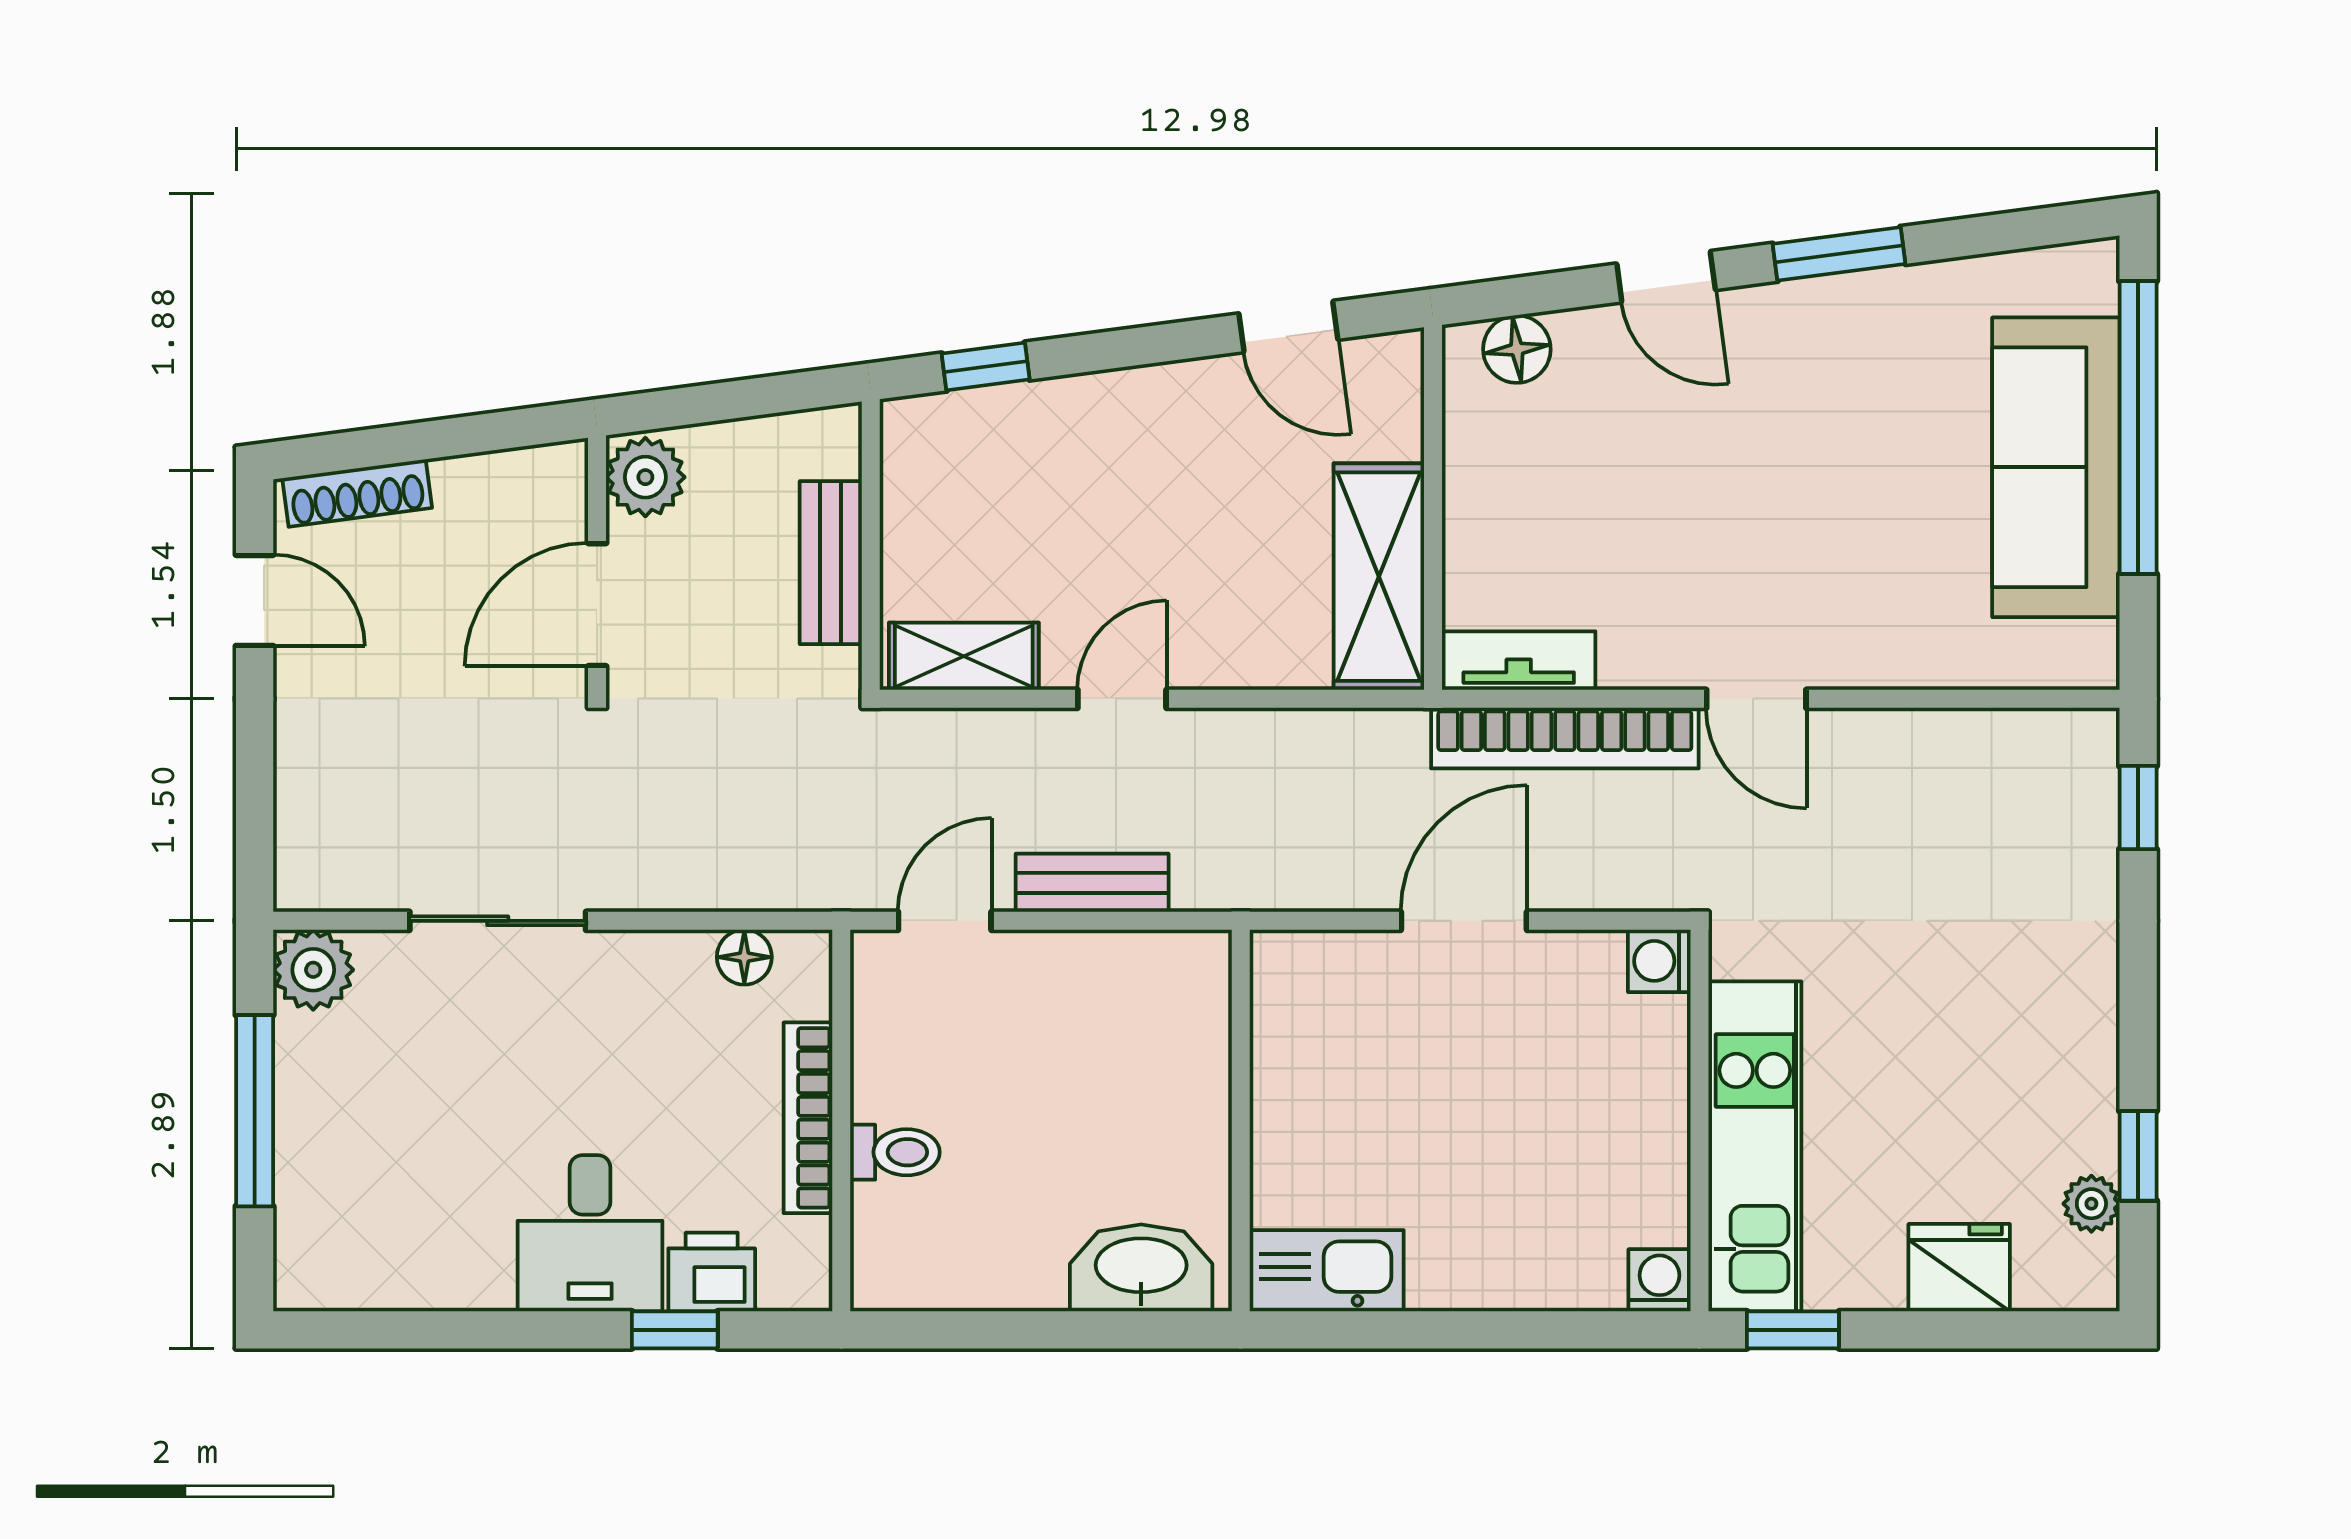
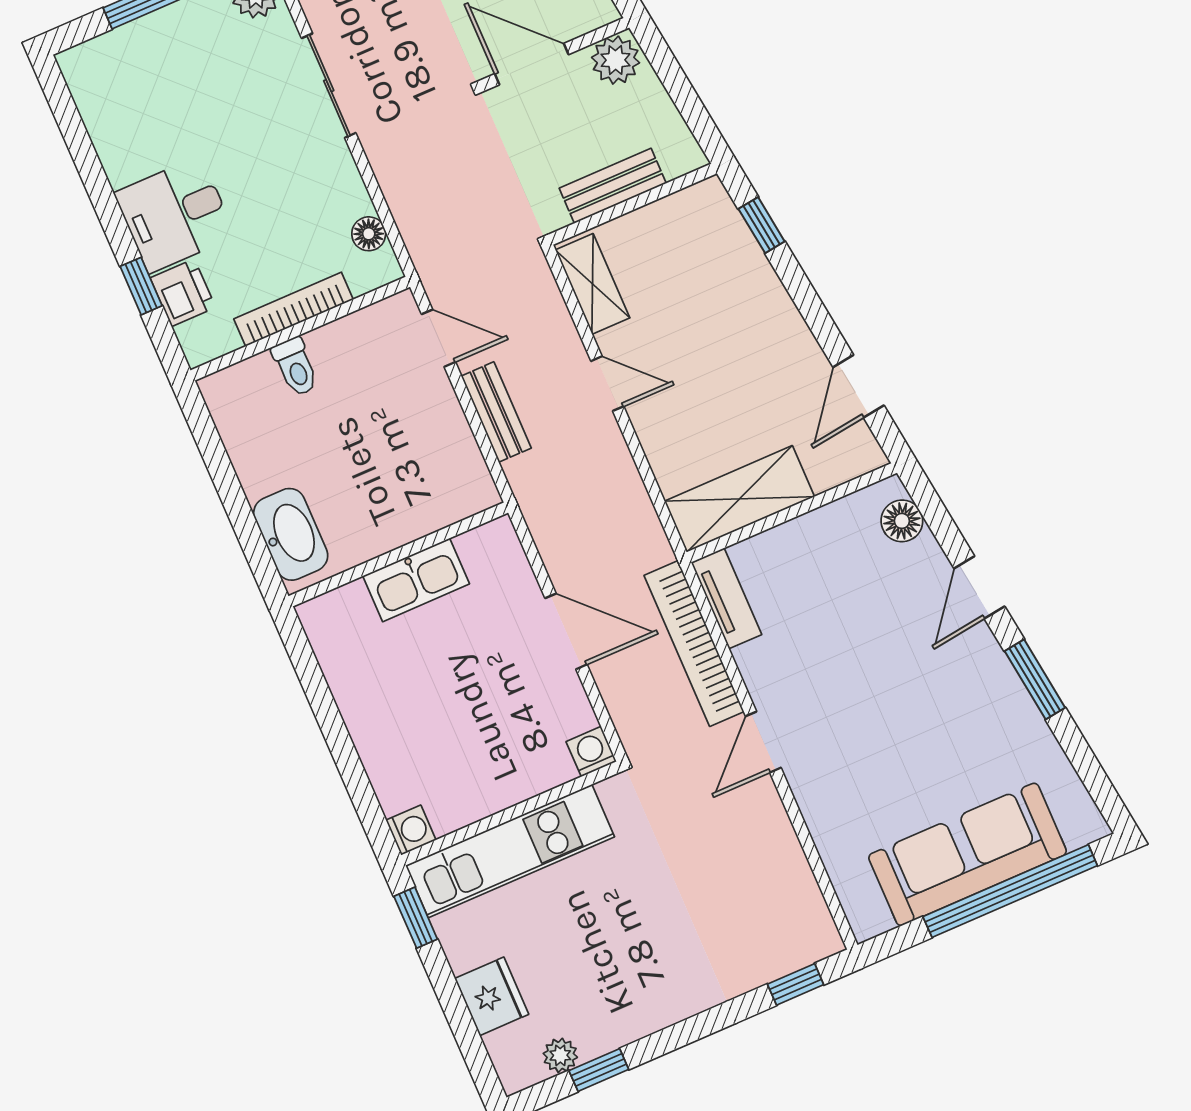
kitchen sink: (1327, 1271) -> (416, 580), moved, turned 90

